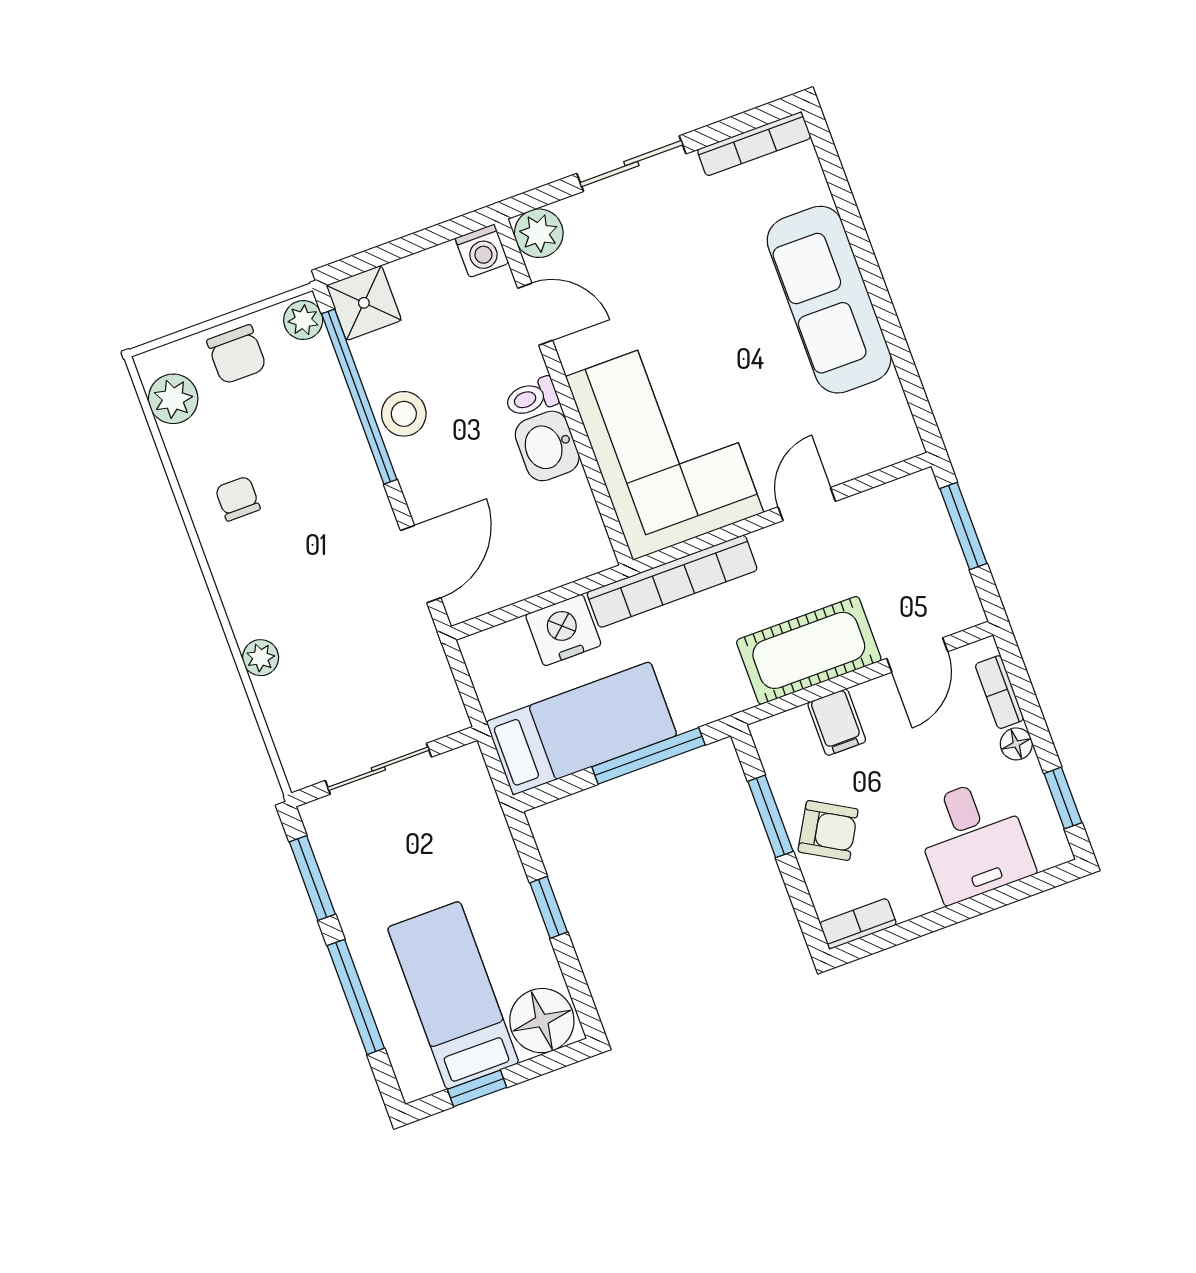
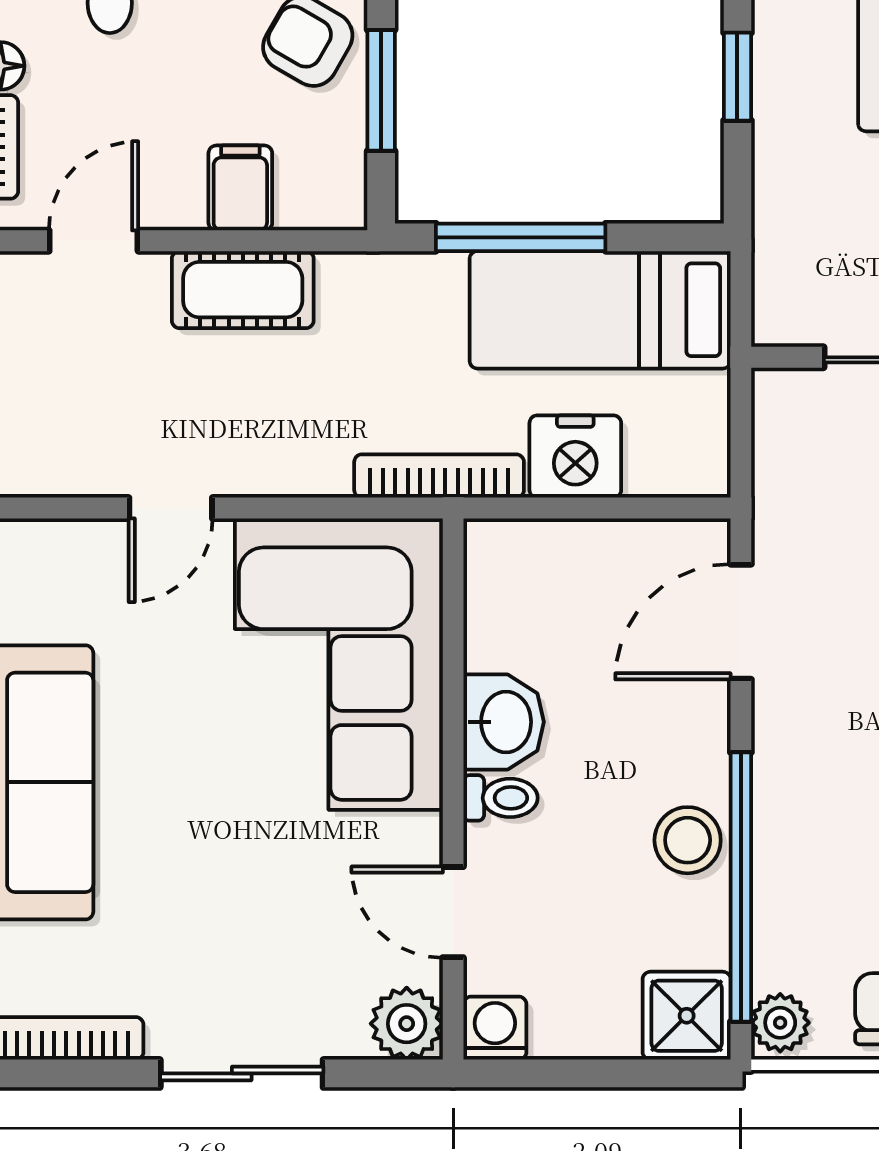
bookcase: (672, 581) -> (439, 476), width x0.68, depth x0.76
cot: (809, 650) -> (243, 290), width x0.73, depth x0.75

